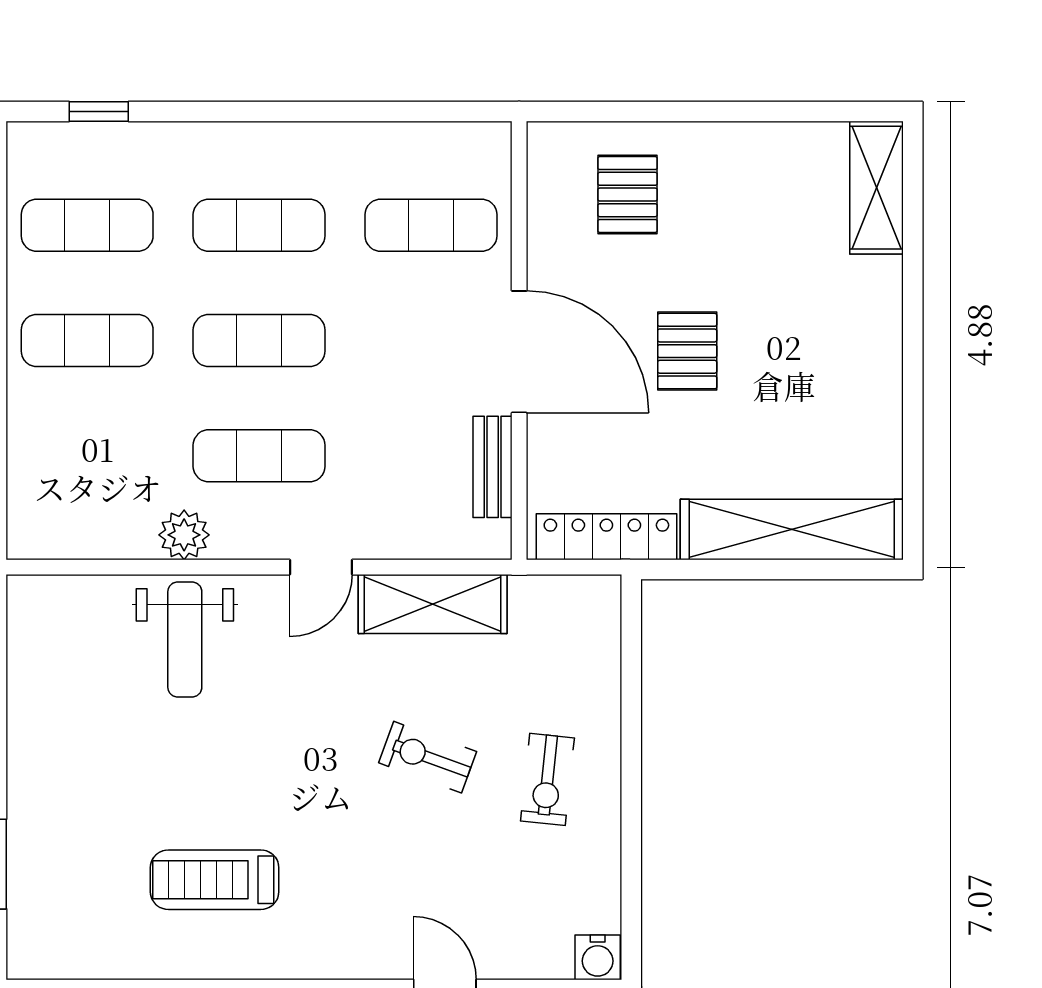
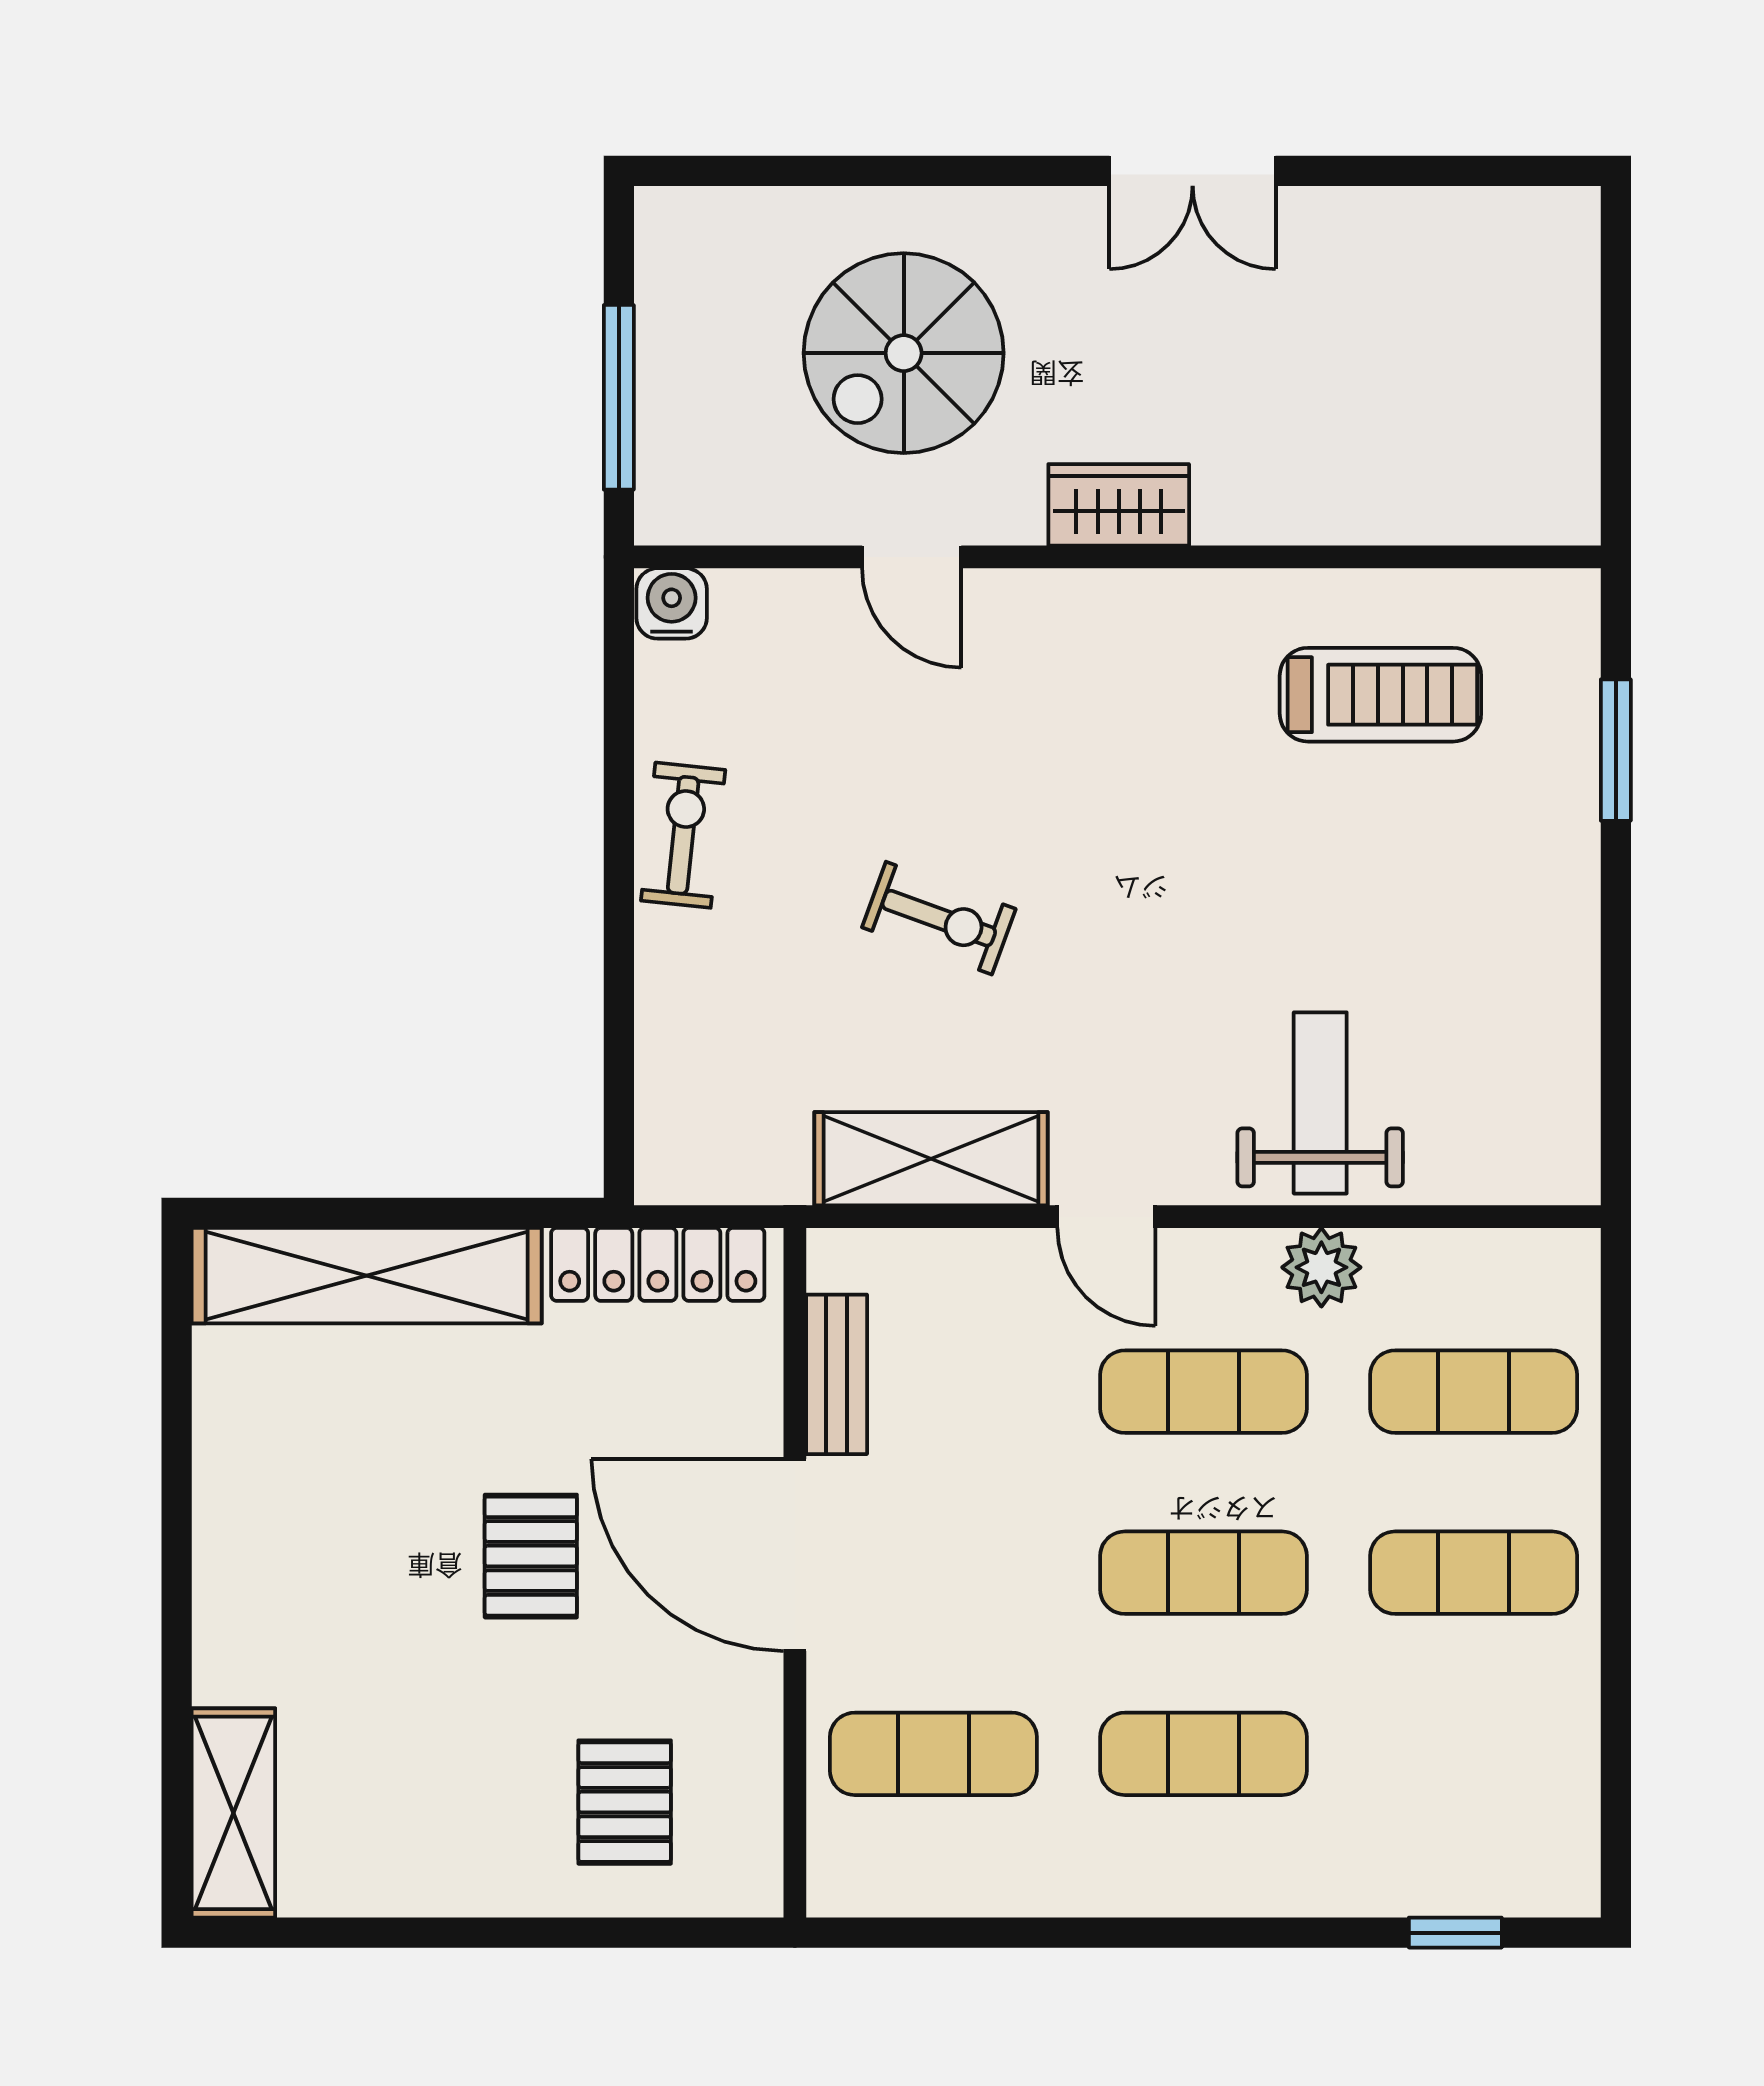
exercise mat: (87, 225) -> (1474, 1392), moved
door: (321, 567) -> (1106, 1217), swing flipped
exercise bike: (547, 779) -> (683, 835), moved
treadmill: (215, 880) -> (1380, 695), moved

